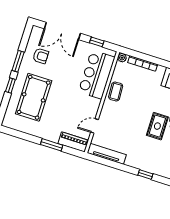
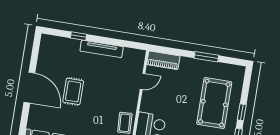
window: (52, 145) -> (206, 57), moved
tv unit: (107, 154) -> (102, 49), moved

